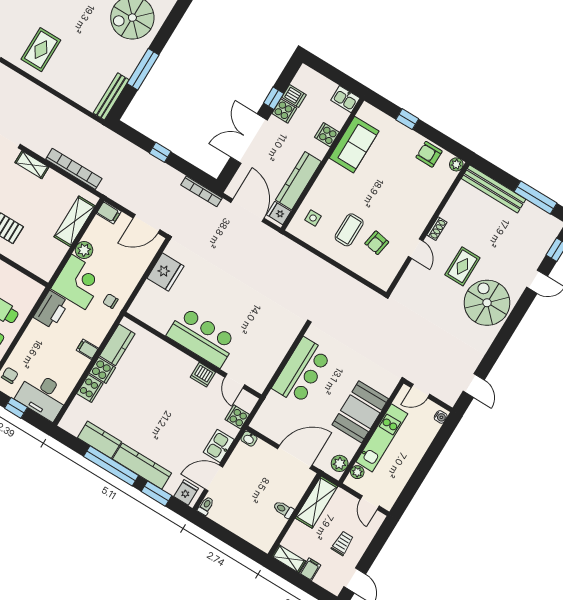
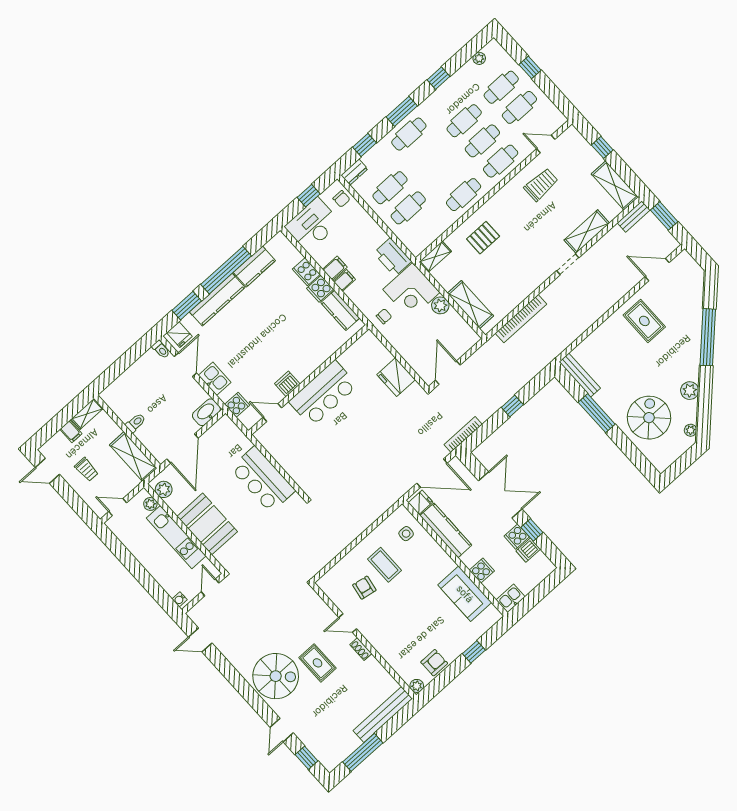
shelving: (32, 165) -> (435, 257), moved
filing cabinet: (109, 212) -> (335, 268), moved, turned 180
washbasin: (249, 439) -> (206, 412), width x1.91, depth x1.45

